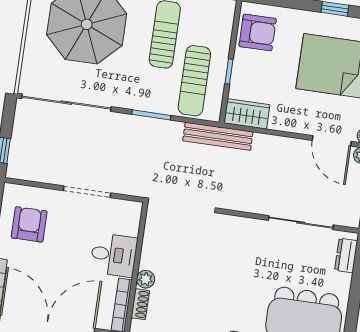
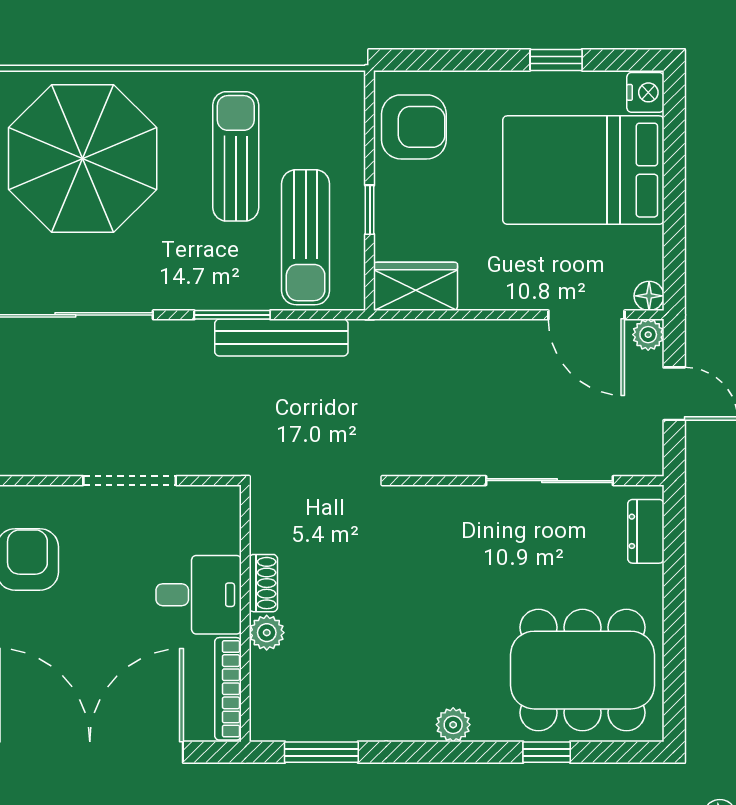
bench: (218, 136) -> (281, 338), moved
shoe rack: (140, 304) -> (263, 583), moved

